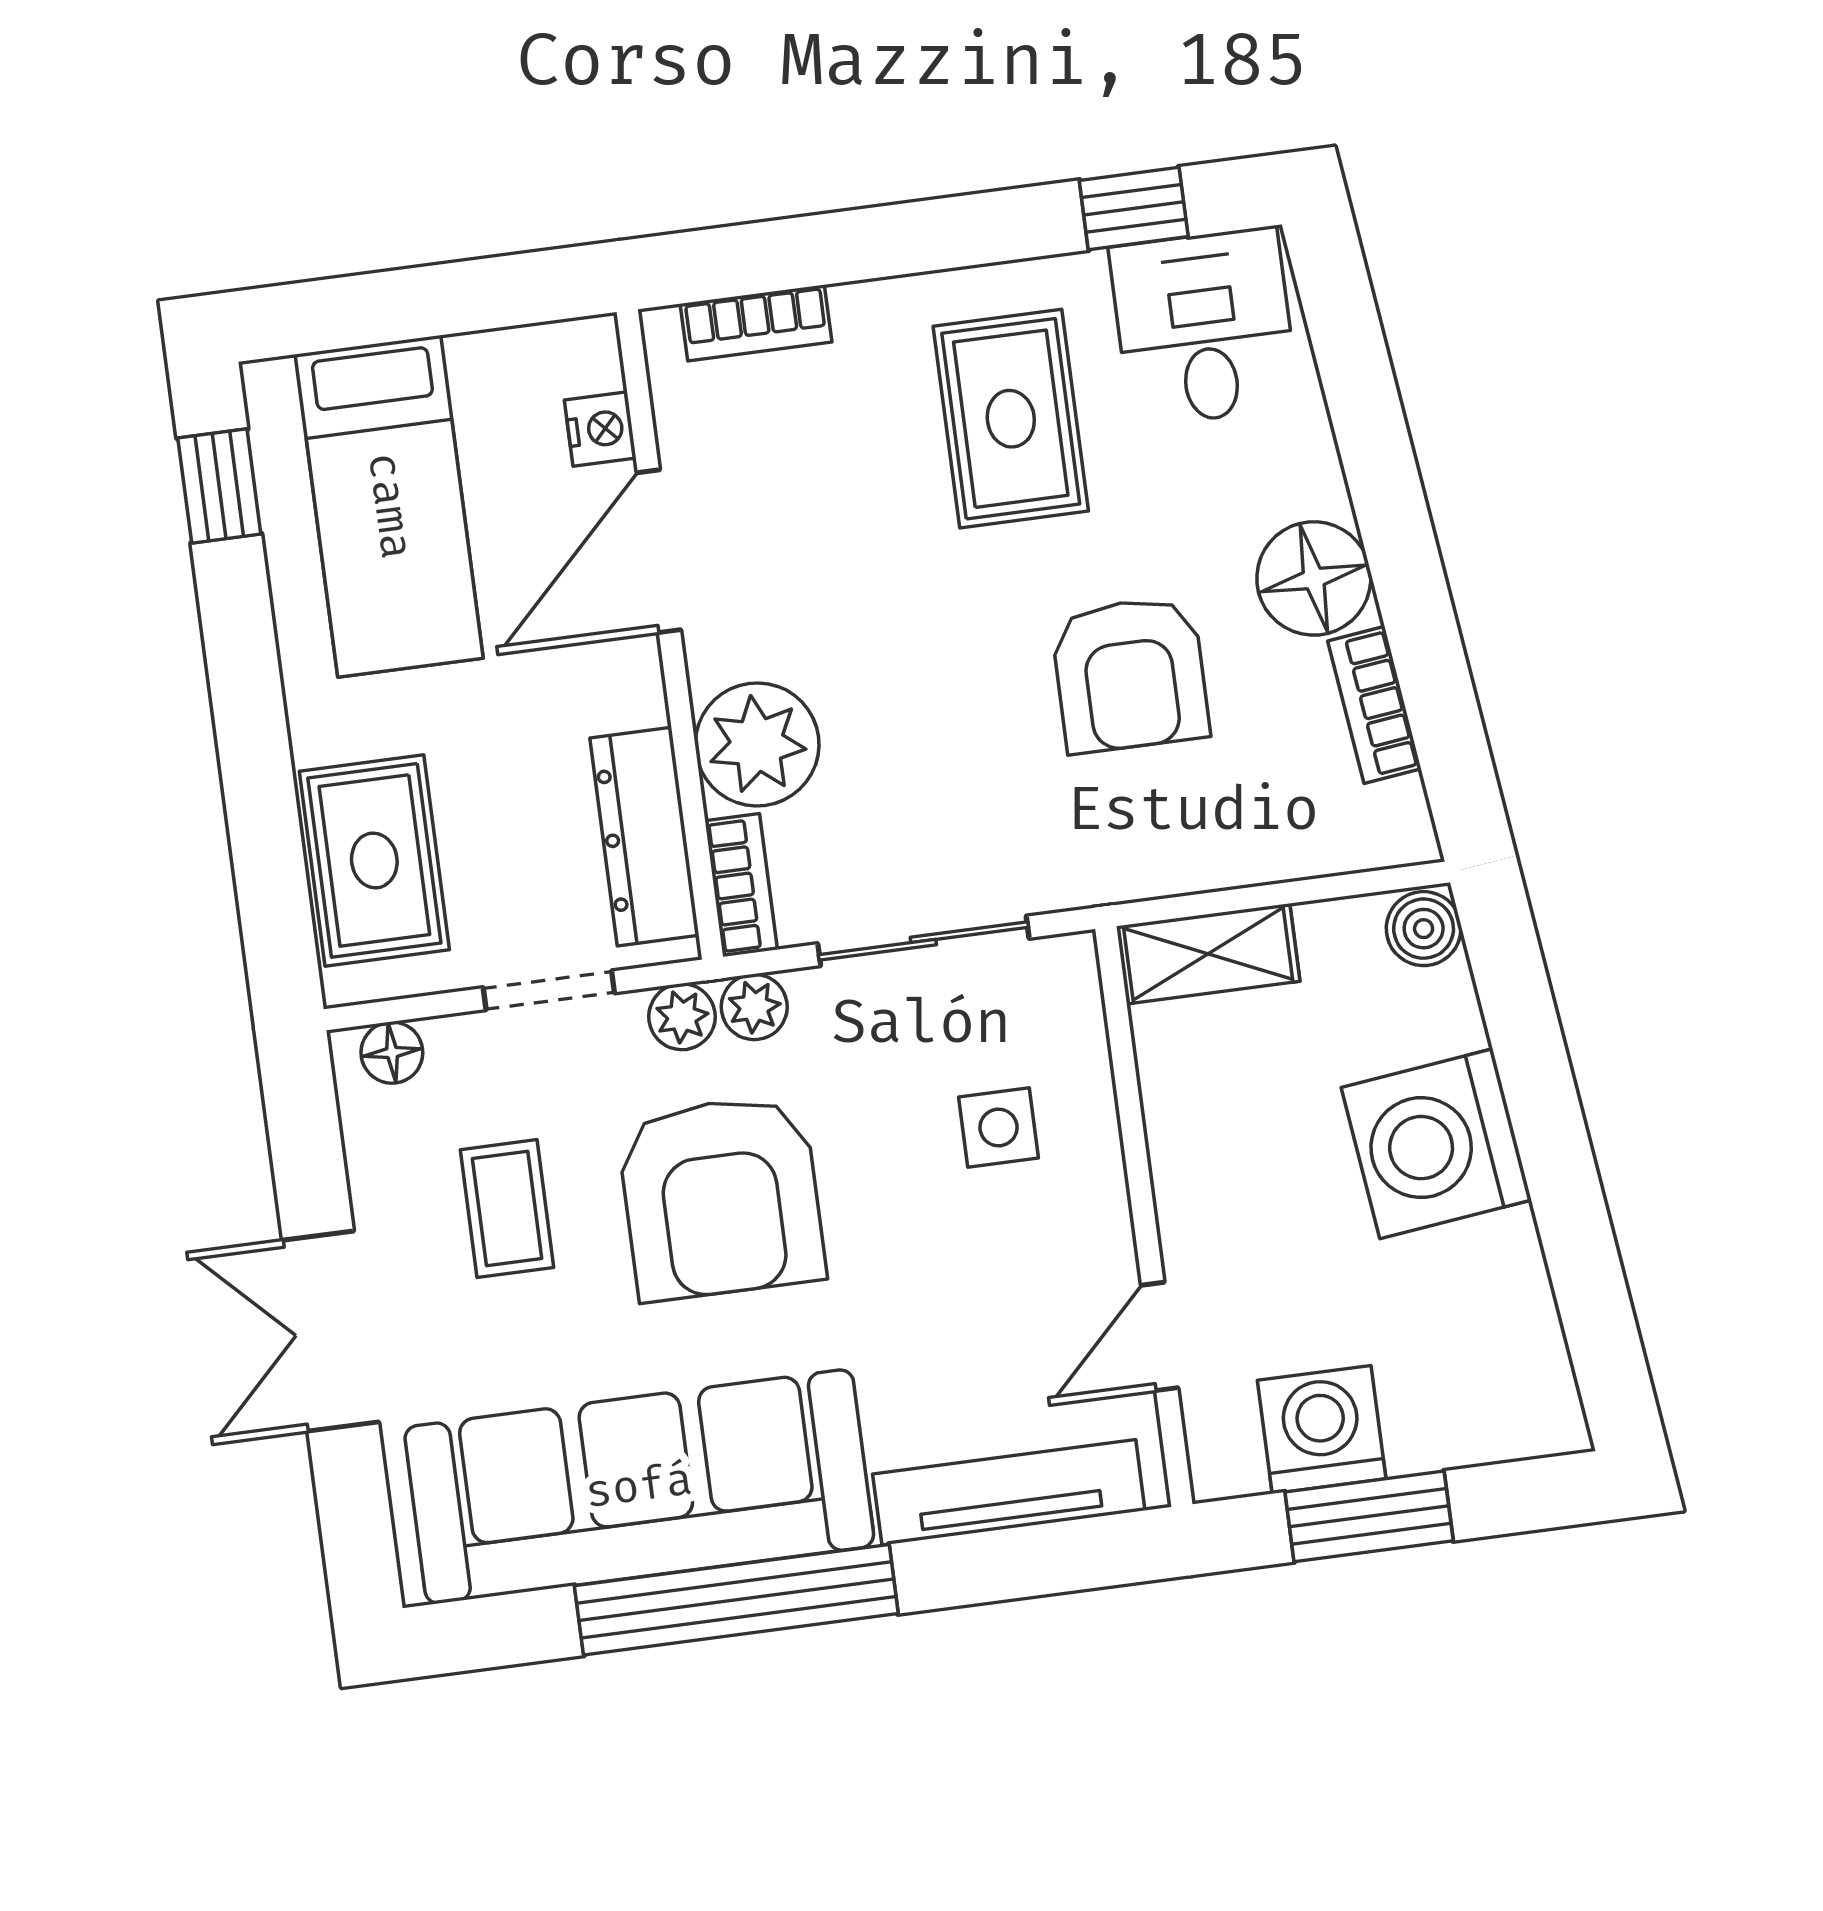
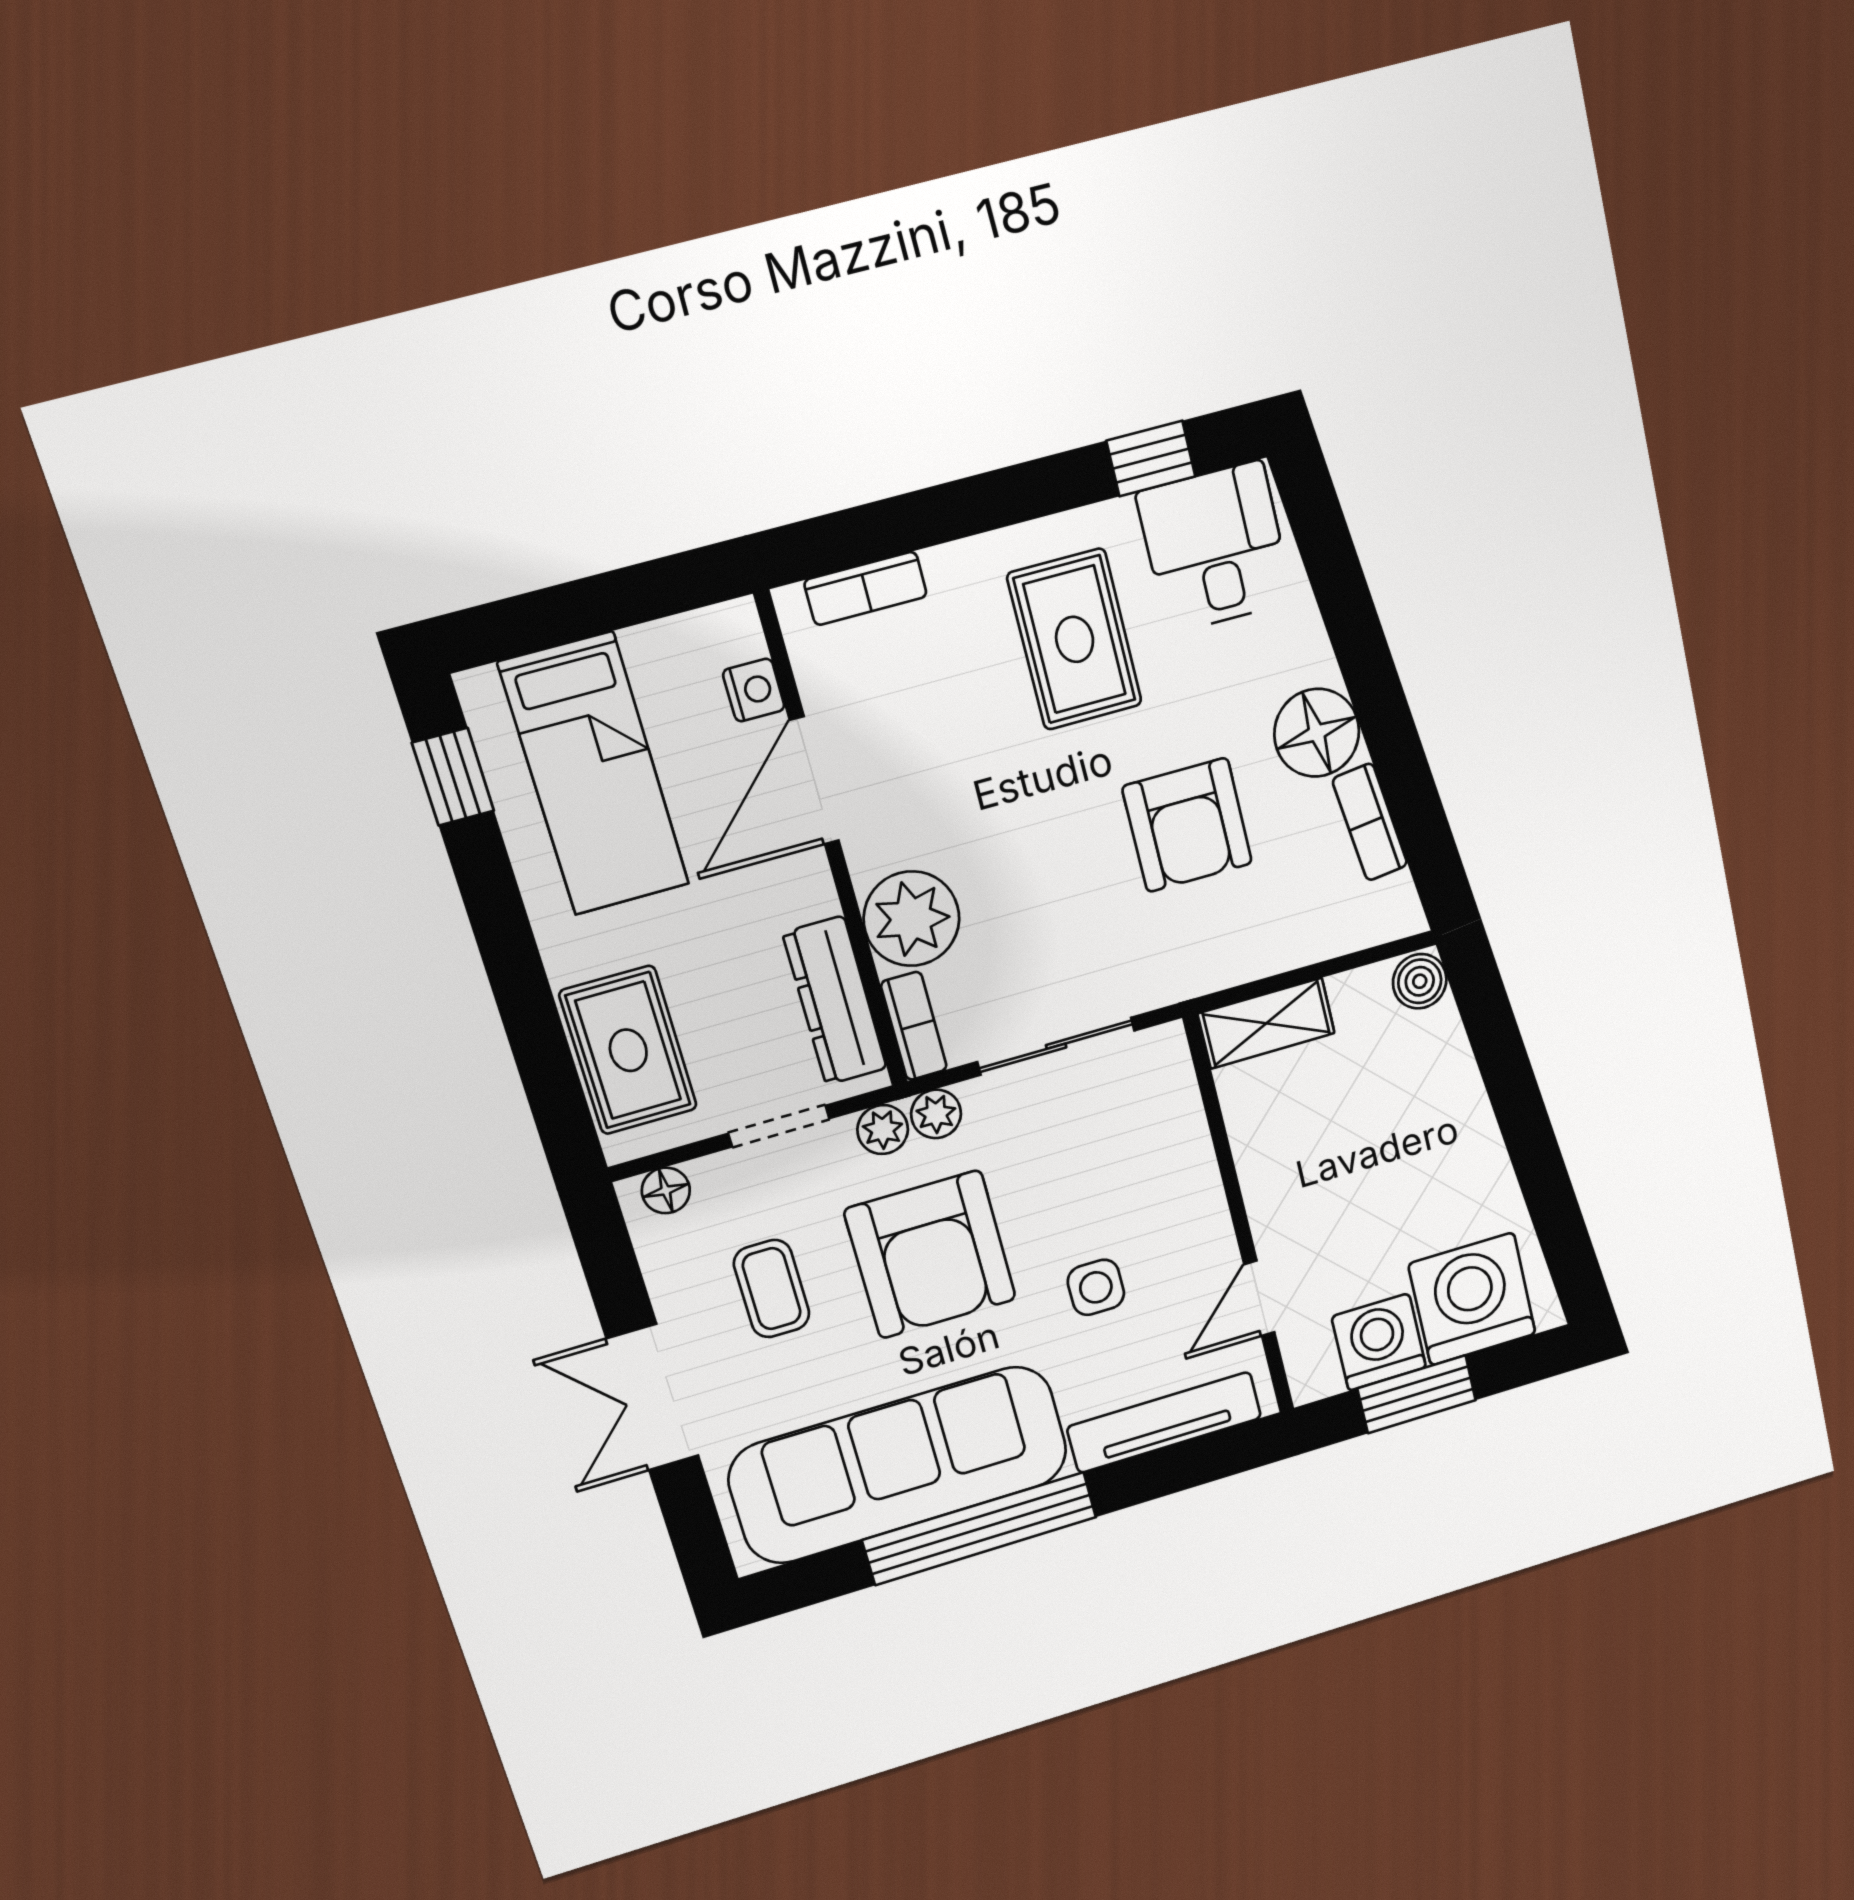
side table: (999, 1128) -> (1096, 1287), moved
washing machine: (1436, 1144) -> (1472, 1299), moved, turned 97

